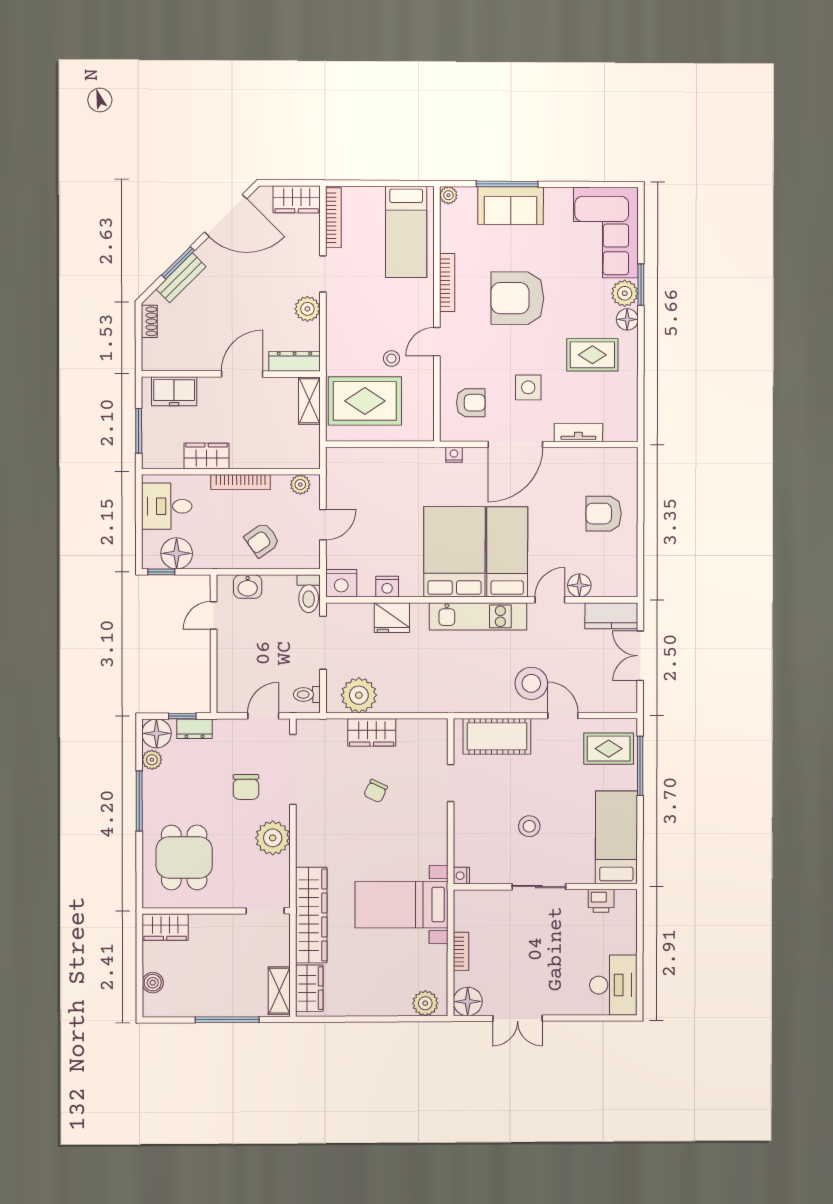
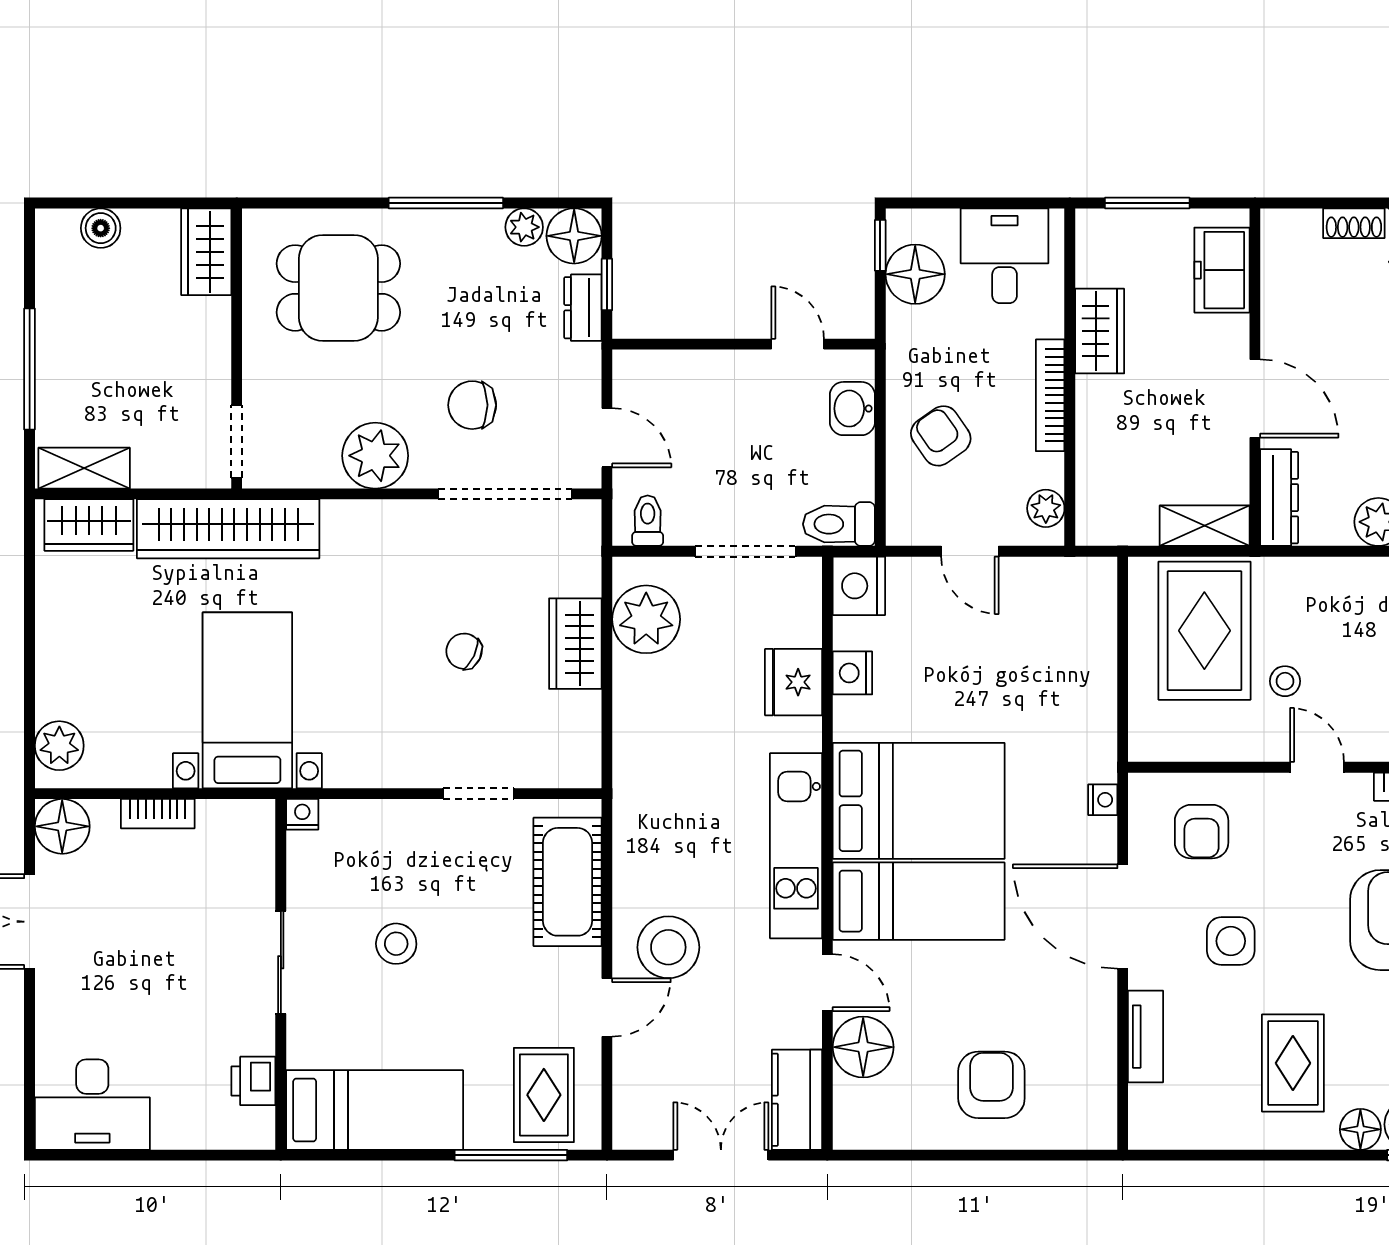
floor lamp: (579, 585) -> (863, 1047), width x1.38, depth x1.38

